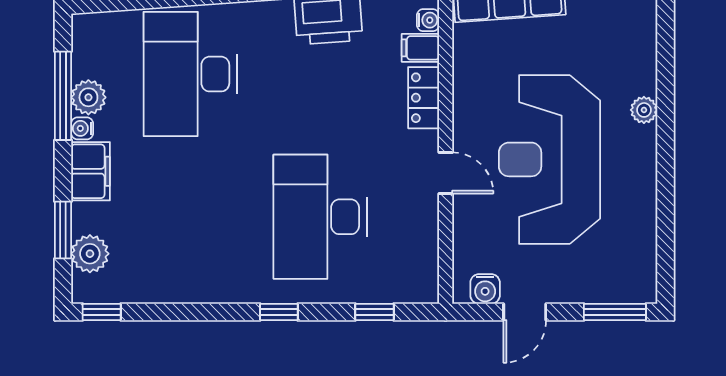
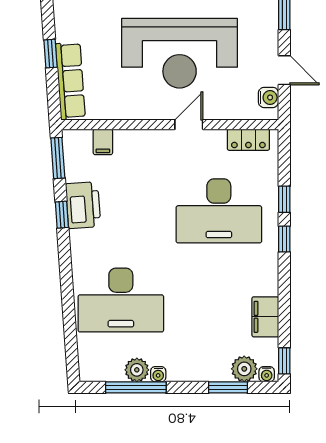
water cooler: (428, 20) -> (267, 374), moved, turned 180
locker: (424, 98) -> (248, 140), moved
filing cabinet: (91, 171) -> (265, 317), moved, turned -90
window: (375, 312) -> (284, 199), moved

